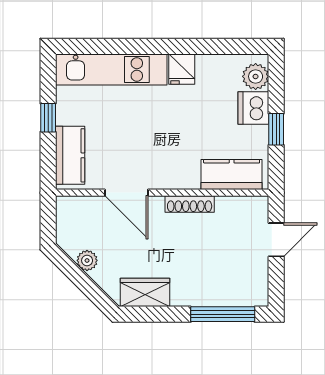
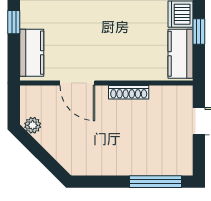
kitchen counter: (232, 175) -> (181, 54), moved, turned -90
plant: (87, 260) -> (33, 125), moved
wardrobe: (145, 292) -> (93, 164), removed

